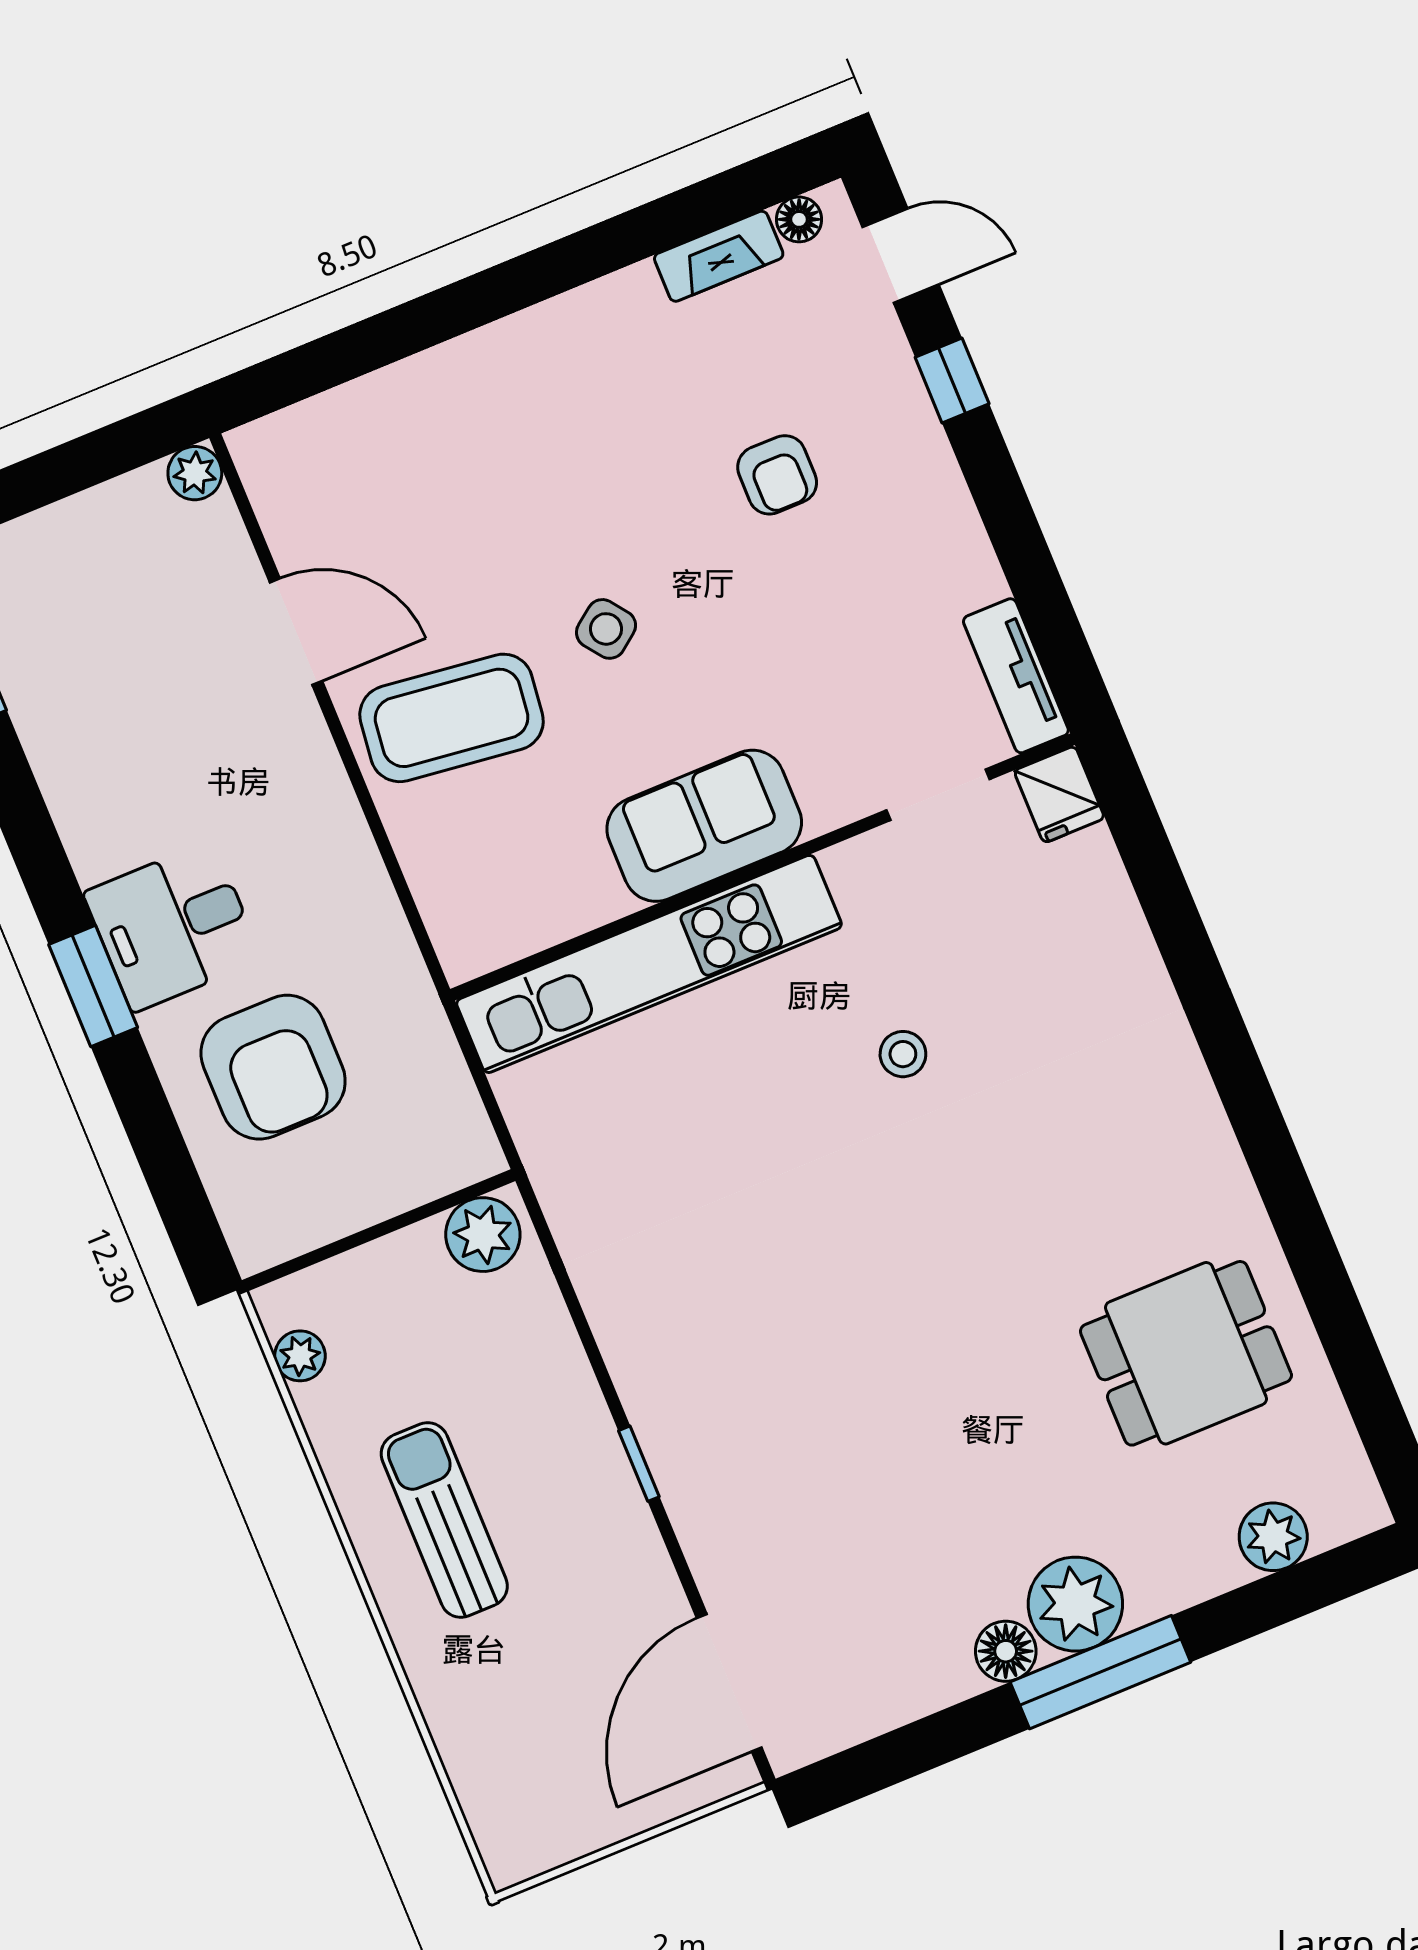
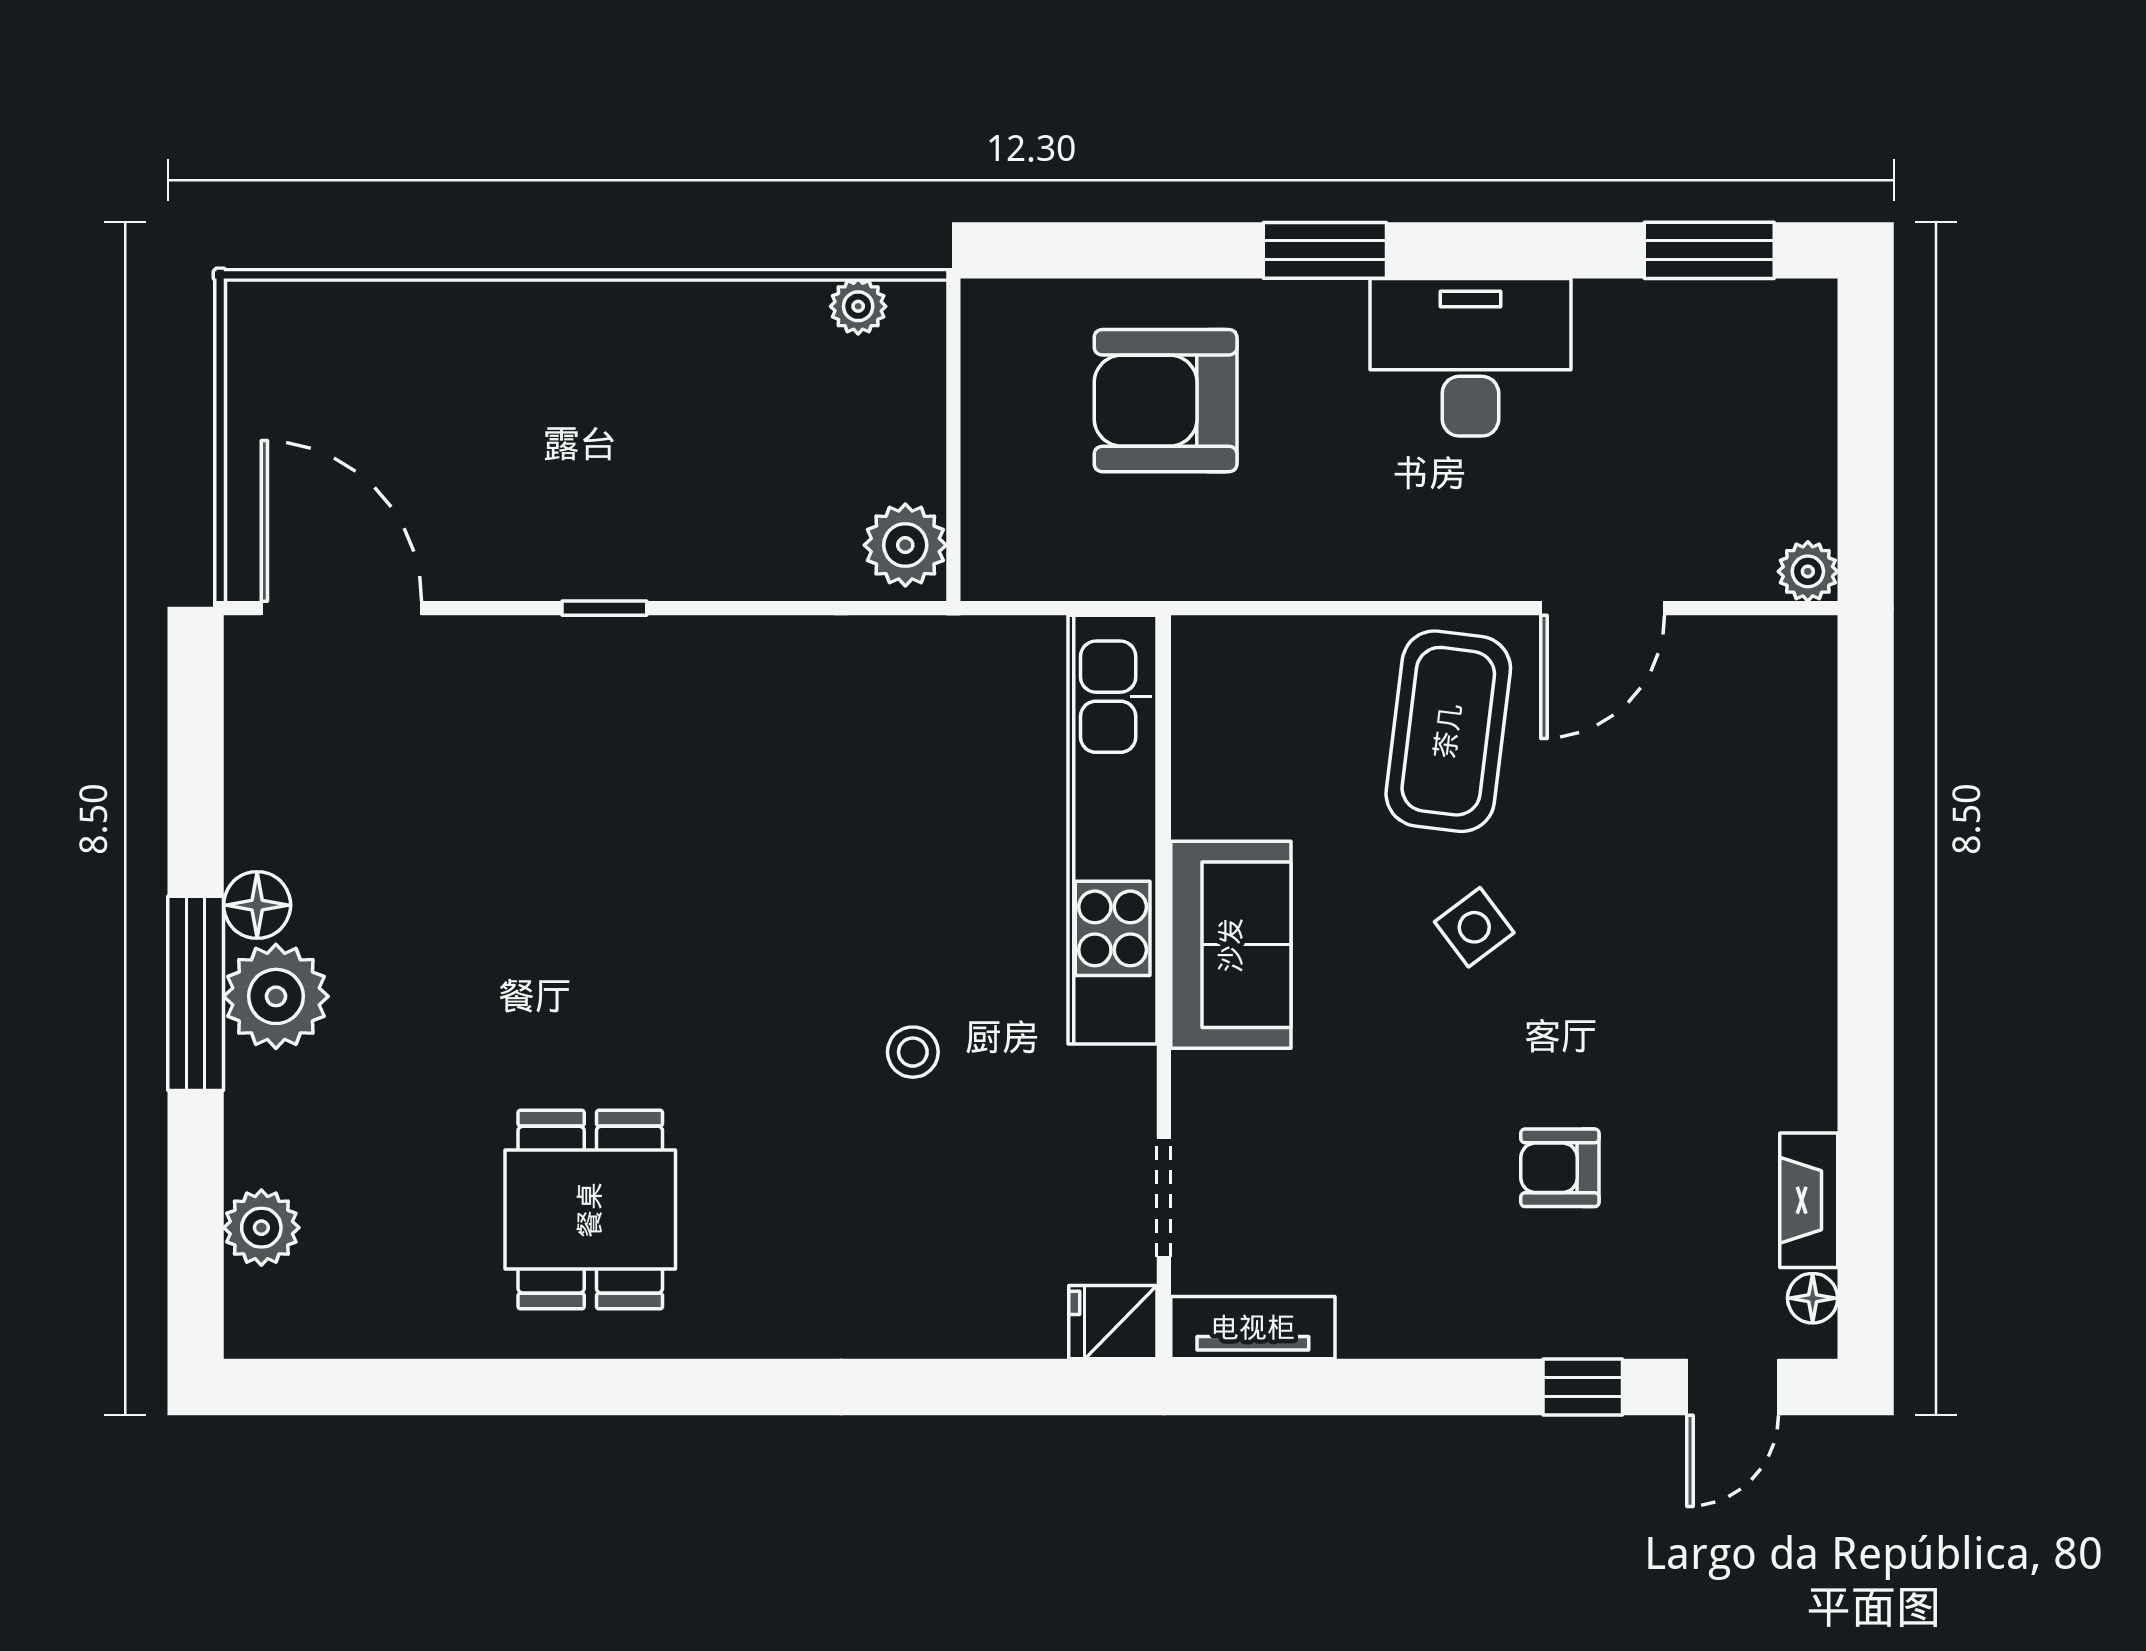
desk: (173, 926) -> (1470, 357), moved, width x1.37
dining table: (1186, 1353) -> (590, 1210), moved
sun lounger: (444, 1520) -> (629, 385), removed

